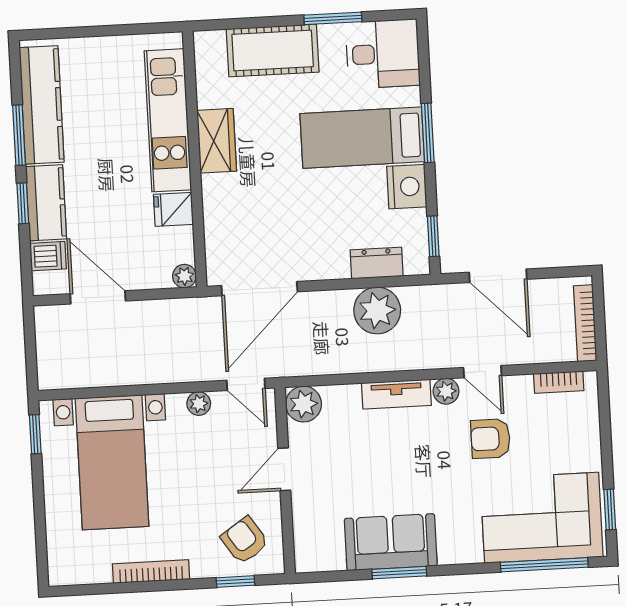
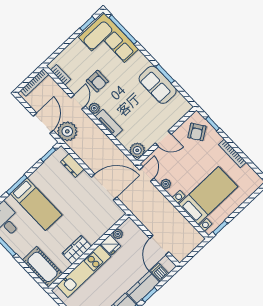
cot: (273, 51) -> (43, 267), moved
nightstand: (407, 187) -> (40, 177), removed
plant: (184, 276) -> (118, 234), moved
door: (259, 289) -> (104, 187), moved
plant: (377, 310) -> (67, 131), moved

